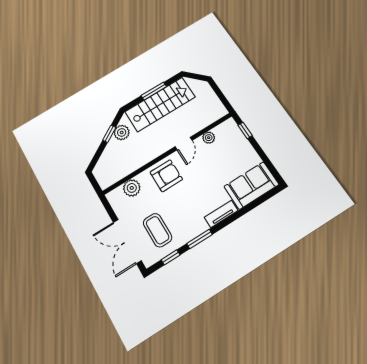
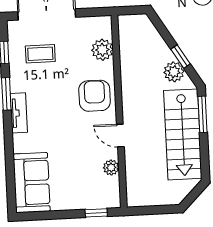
window: (154, 91) -> (203, 114), moved
armchair: (166, 176) -> (95, 96), turned 180
tv unit: (221, 214) -> (19, 113), moved
coffee table: (157, 230) -> (40, 54), width x0.73, depth x0.77

